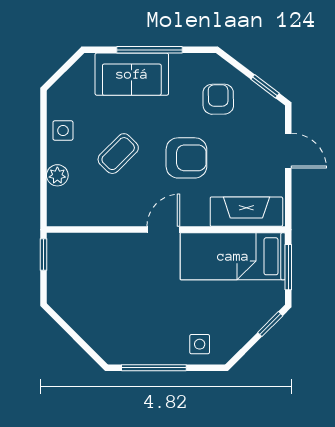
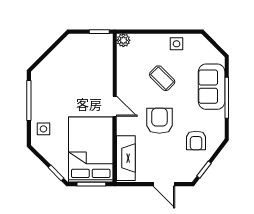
armchair: (218, 99) -> (196, 140), turned 91
door: (288, 151) -> (164, 184), hinge flipped
armchair: (186, 158) -> (159, 121), turned 180
plant: (57, 175) -> (123, 40), moved
bed: (233, 256) -> (91, 150), width x1.50

